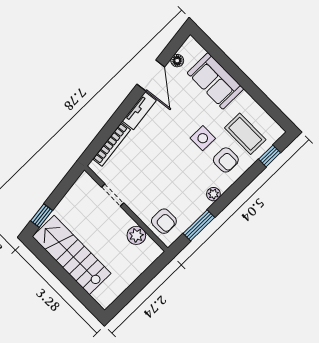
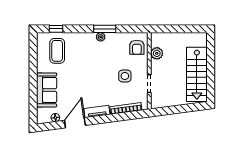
side table: (203, 138) -> (125, 76), moved
armchair: (226, 160) -> (79, 47), removed
window: (42, 216) -> (193, 107), removed
armchair: (164, 221) -> (137, 47), turned 180
window: (199, 225) -> (105, 29), moved

